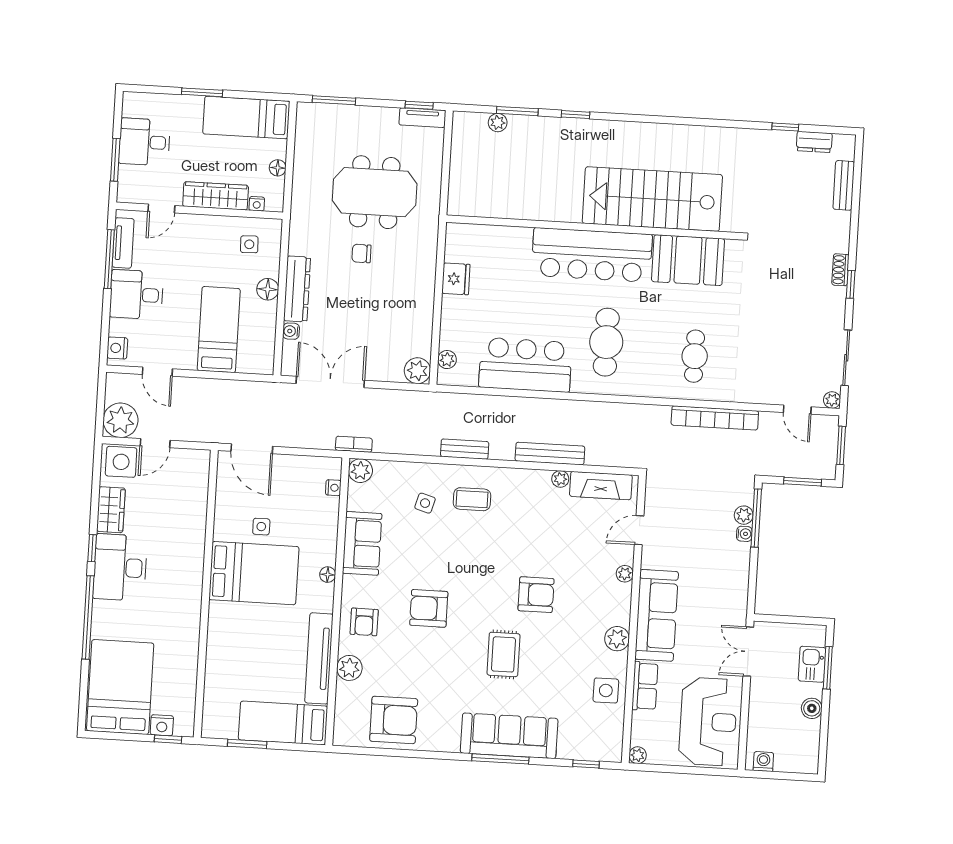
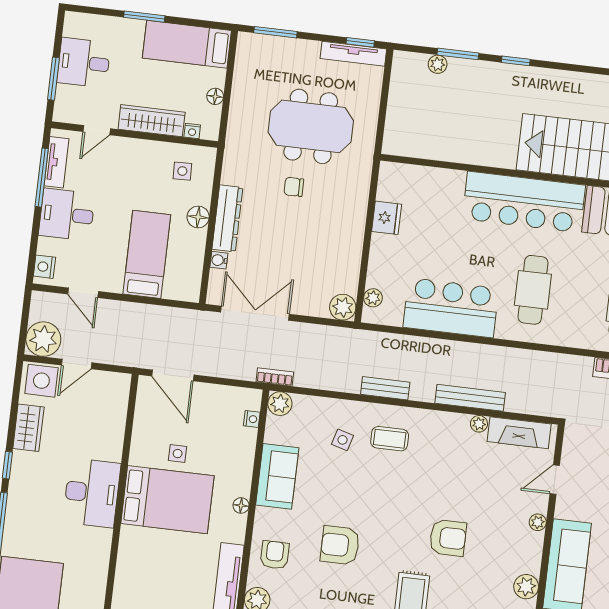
tv unit: (422, 118) -> (353, 54), width x1.41
desk: (120, 567) -> (92, 493), moved, turned 180
armchair: (364, 622) -> (275, 555), turned 180

